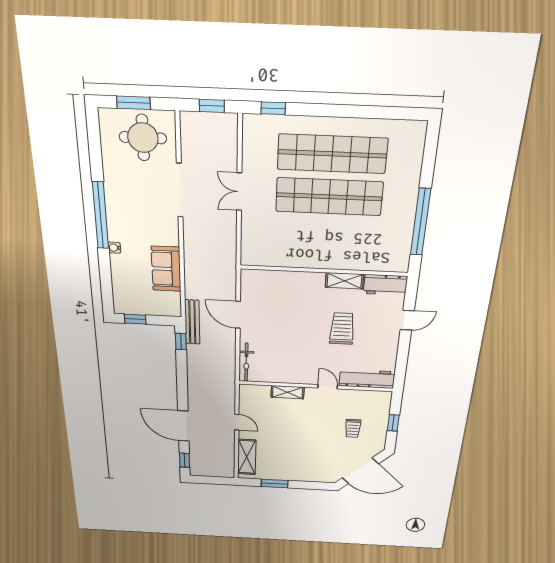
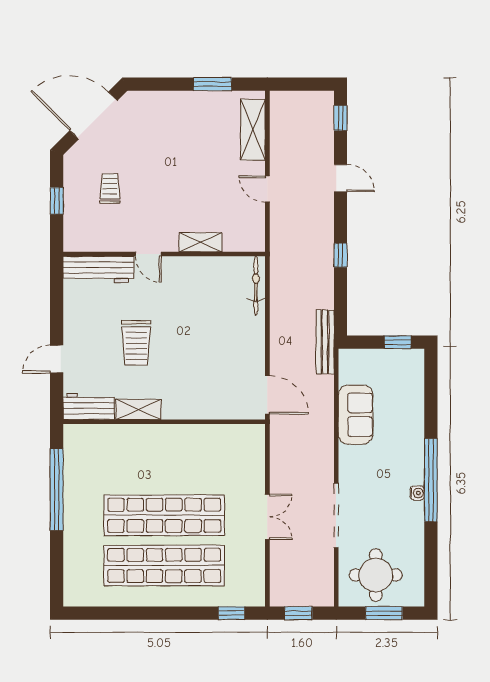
water cooler: (114, 248) -> (417, 493), moved
door: (238, 315) -> (267, 395), moved
window: (181, 342) -> (340, 255), moved
door: (183, 426) -> (340, 178), width x0.53

